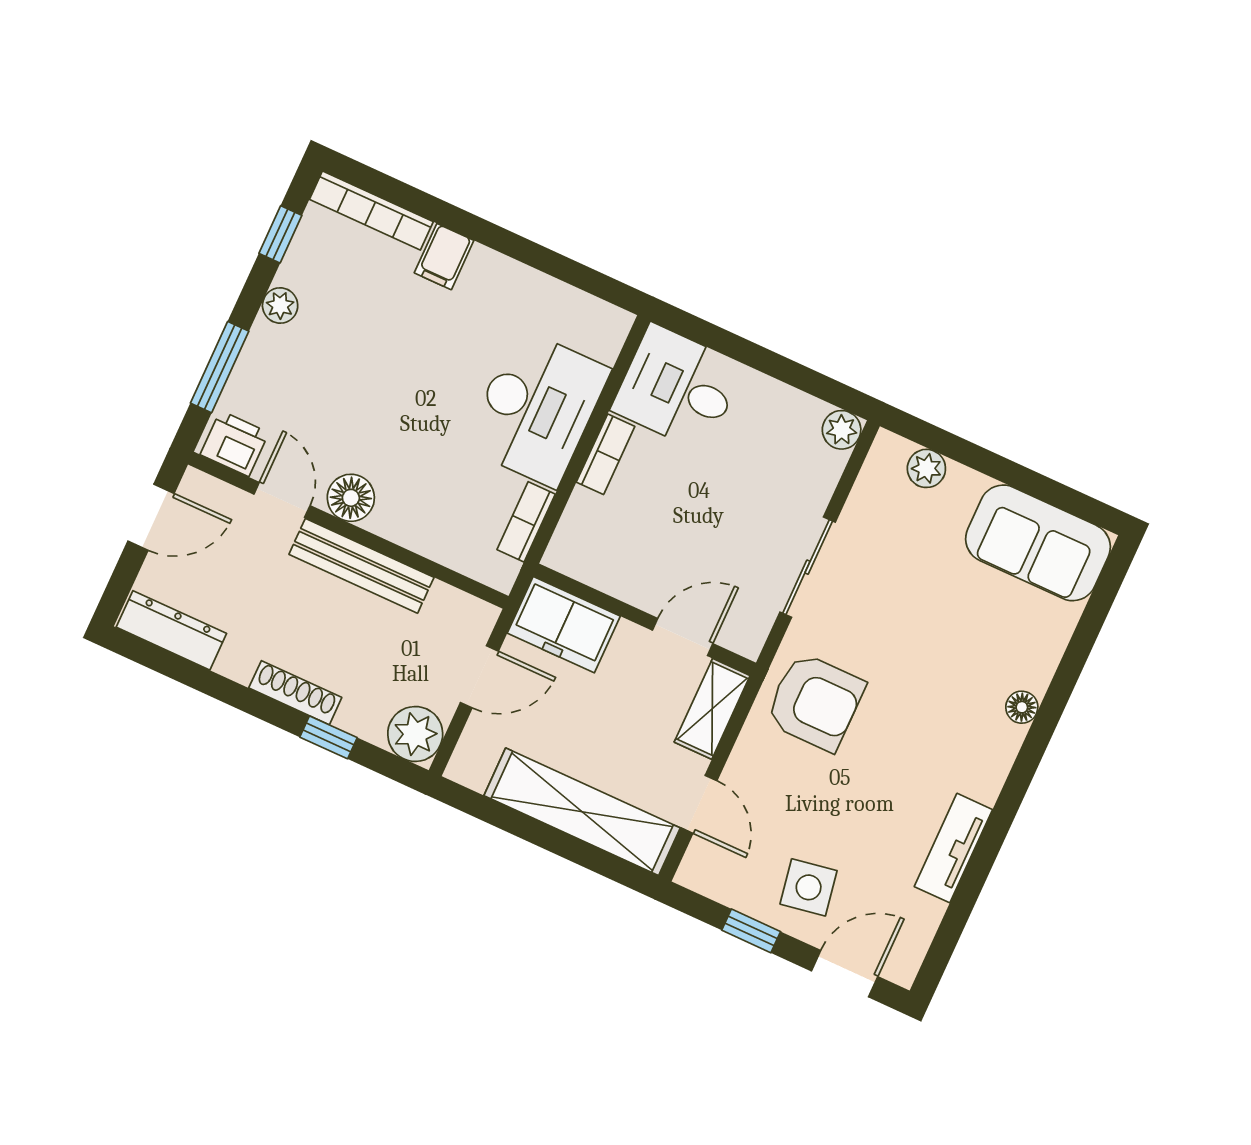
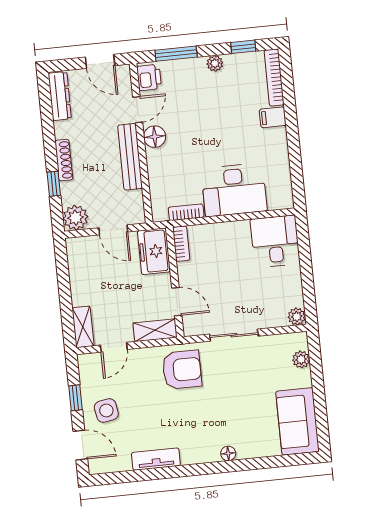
bookcase: (606, 454) -> (181, 244), moved, turned -90
armchair: (815, 702) -> (182, 370), turned -90
shelving: (582, 812) -> (83, 327), width x0.45, depth x0.75

